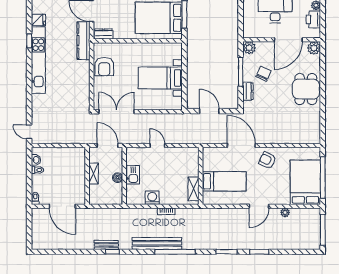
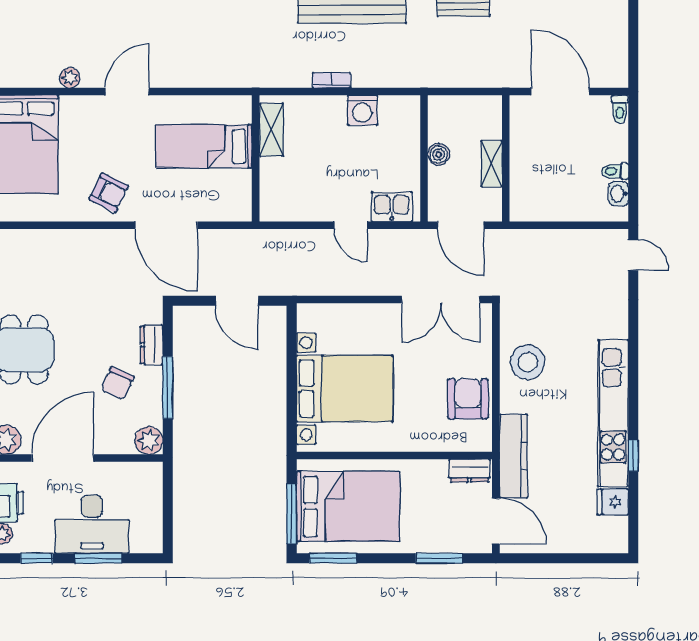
bed with nightstands: (160, 78) -> (345, 389), width x1.36
stool: (77, 83) -> (528, 362), added
kitchen sink: (133, 175) -> (392, 207), moved, turned 90

